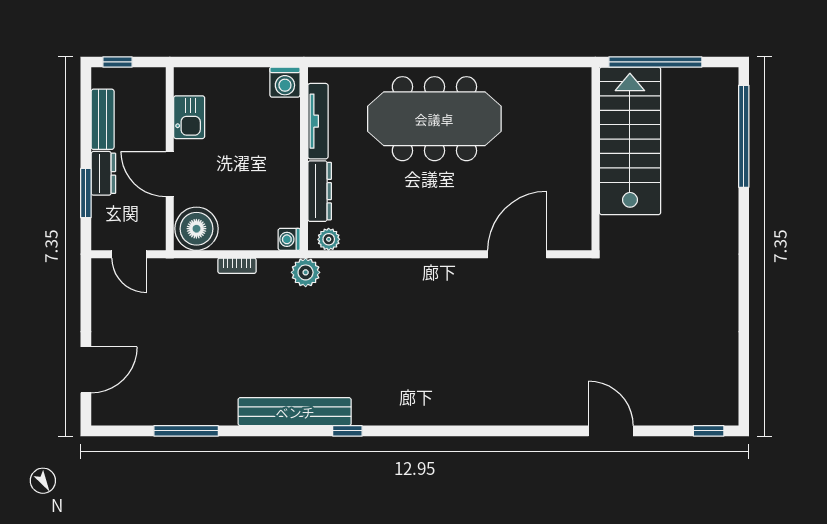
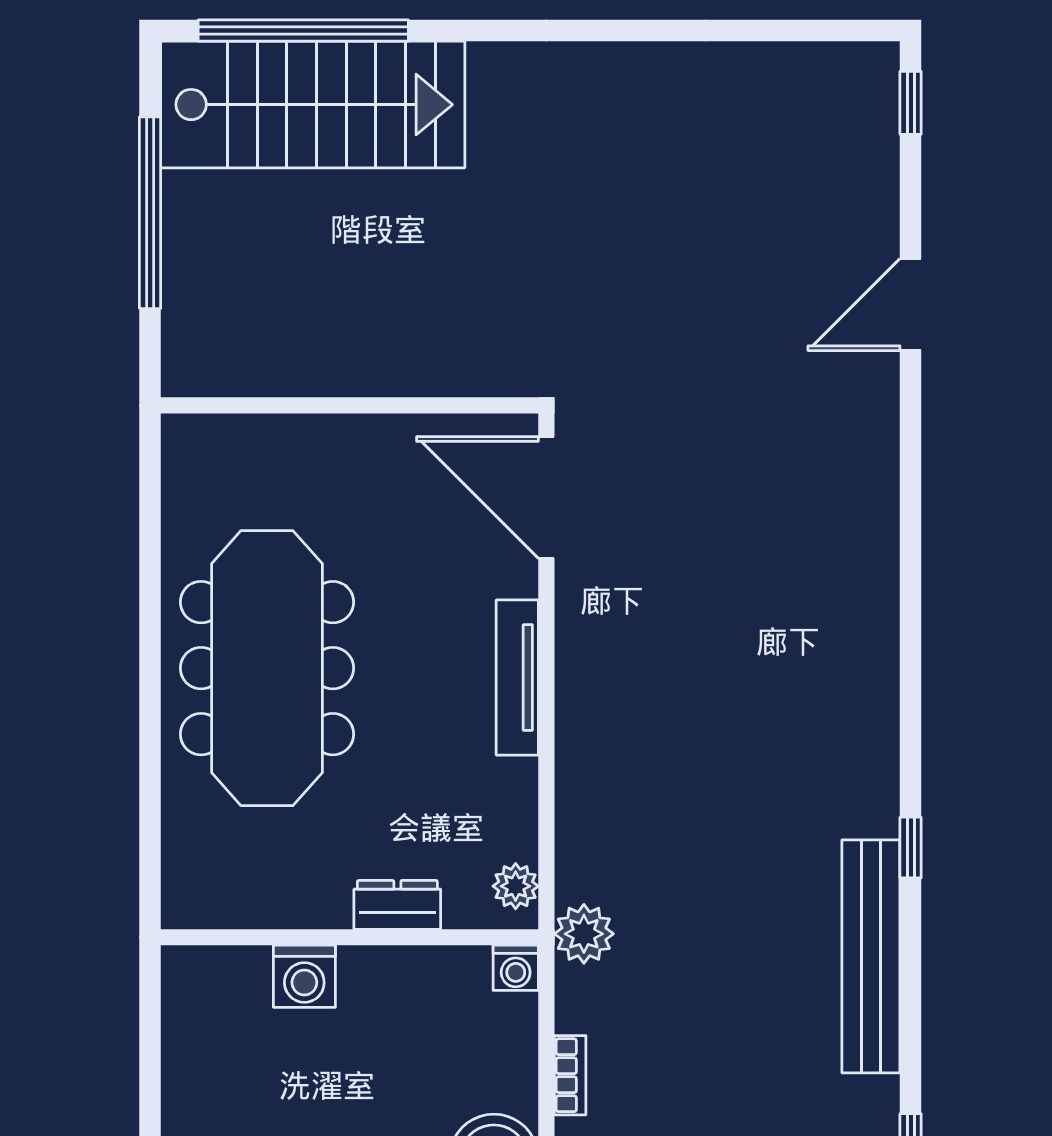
washing machine: (285, 82) -> (304, 976), moved, turned 90
tv unit: (318, 121) -> (517, 678), moved, turned -90
stairs: (630, 141) -> (313, 105), moved, turned 180
wall: (595, 159) -> (350, 405), moved
dresser: (320, 191) -> (397, 905), width x0.70

